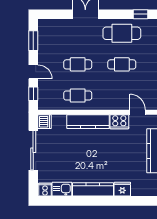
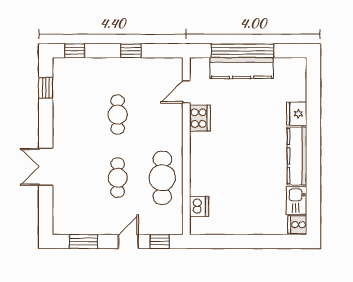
cafe table: (122, 33) -> (73, 115), removed
cafe table: (78, 95) -> (162, 178), width x1.37, depth x1.35
dishwasher: (45, 122) -> (199, 206), moved, turned 90
kitchen counter: (88, 122) -> (200, 163), removed
sliding door: (33, 150) -> (241, 242), removed

